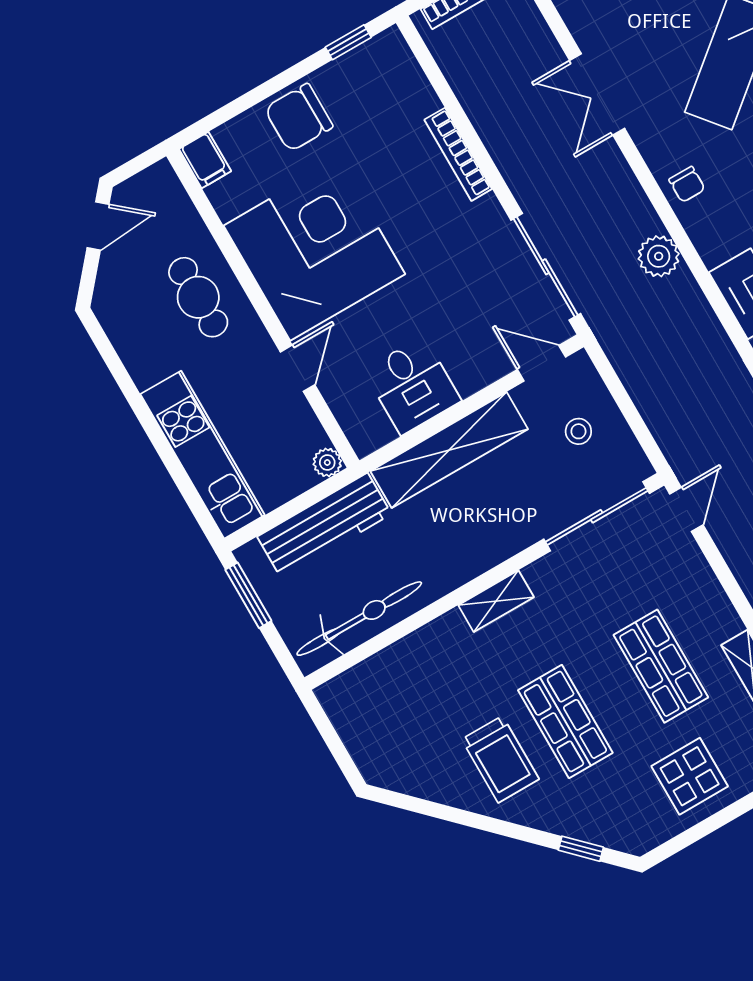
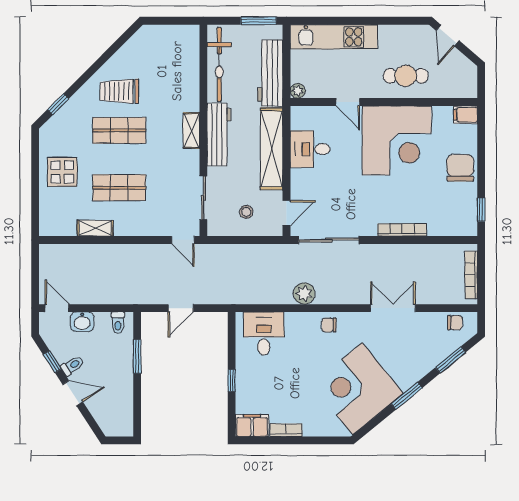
door: (98, 226) -> (448, 36), moved
sliding door: (597, 516) -> (203, 198), width x0.73
workbench: (476, 551) -> (219, 135), added

